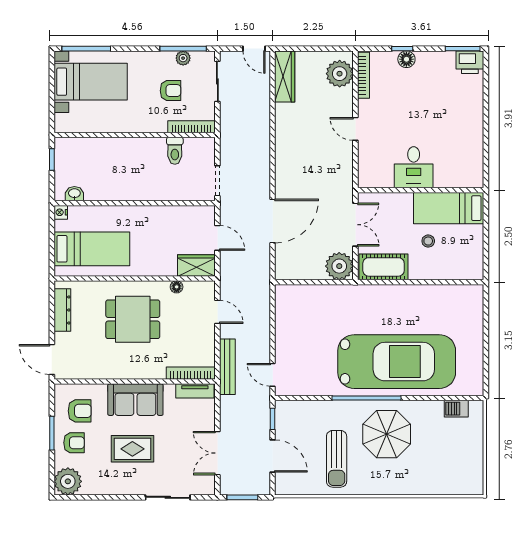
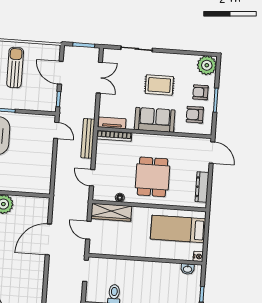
wardrobe: (196, 265) -> (111, 212), width x1.50
dining table: (133, 319) -> (153, 177), turned 90

